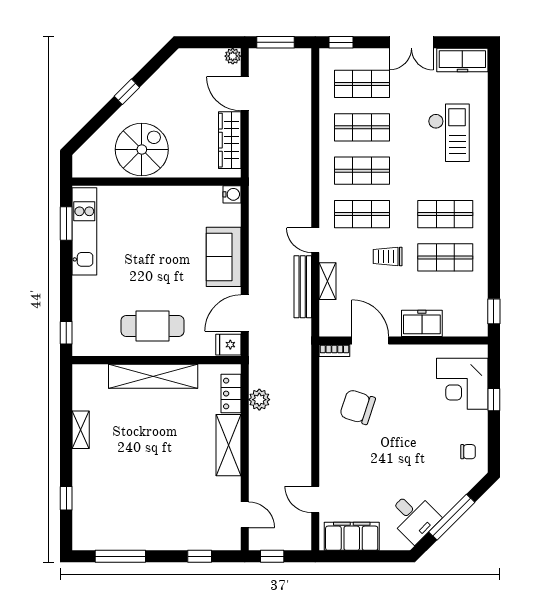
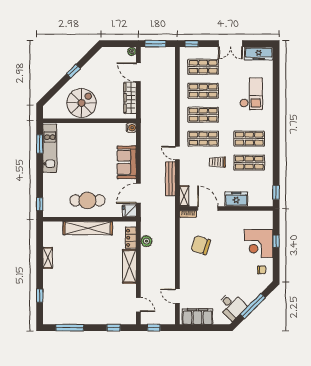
shelving: (328, 281) -> (184, 196), moved
corner desk: (462, 384) -> (259, 244), moved

